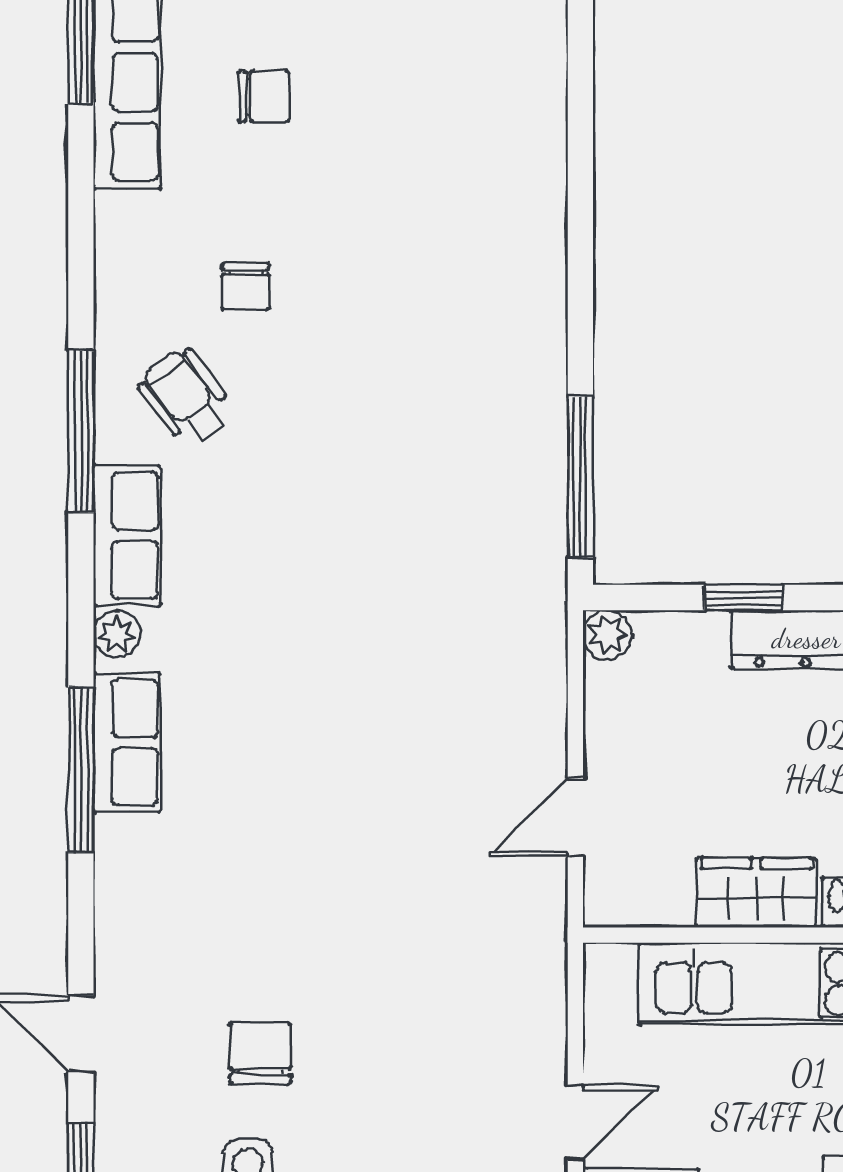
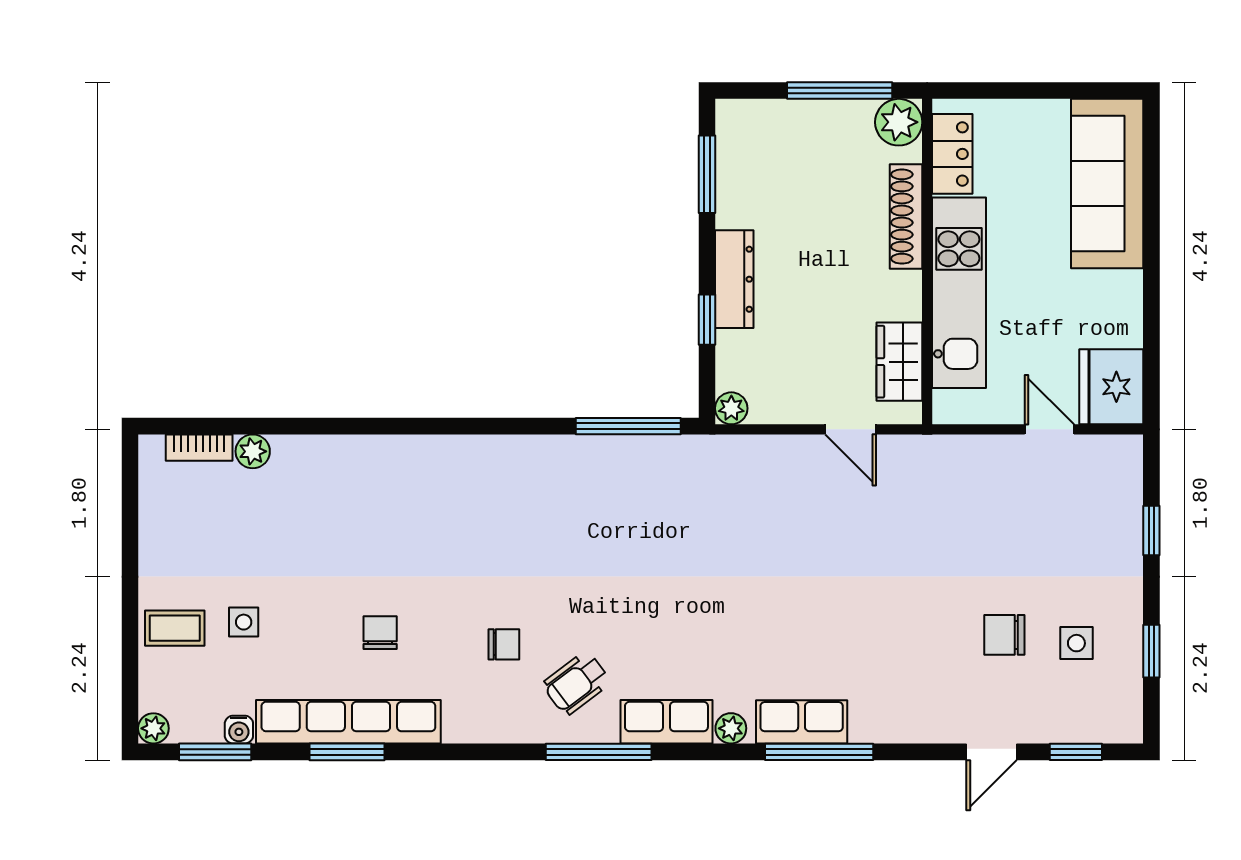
wardrobe: (756, 893) -> (899, 362), moved

